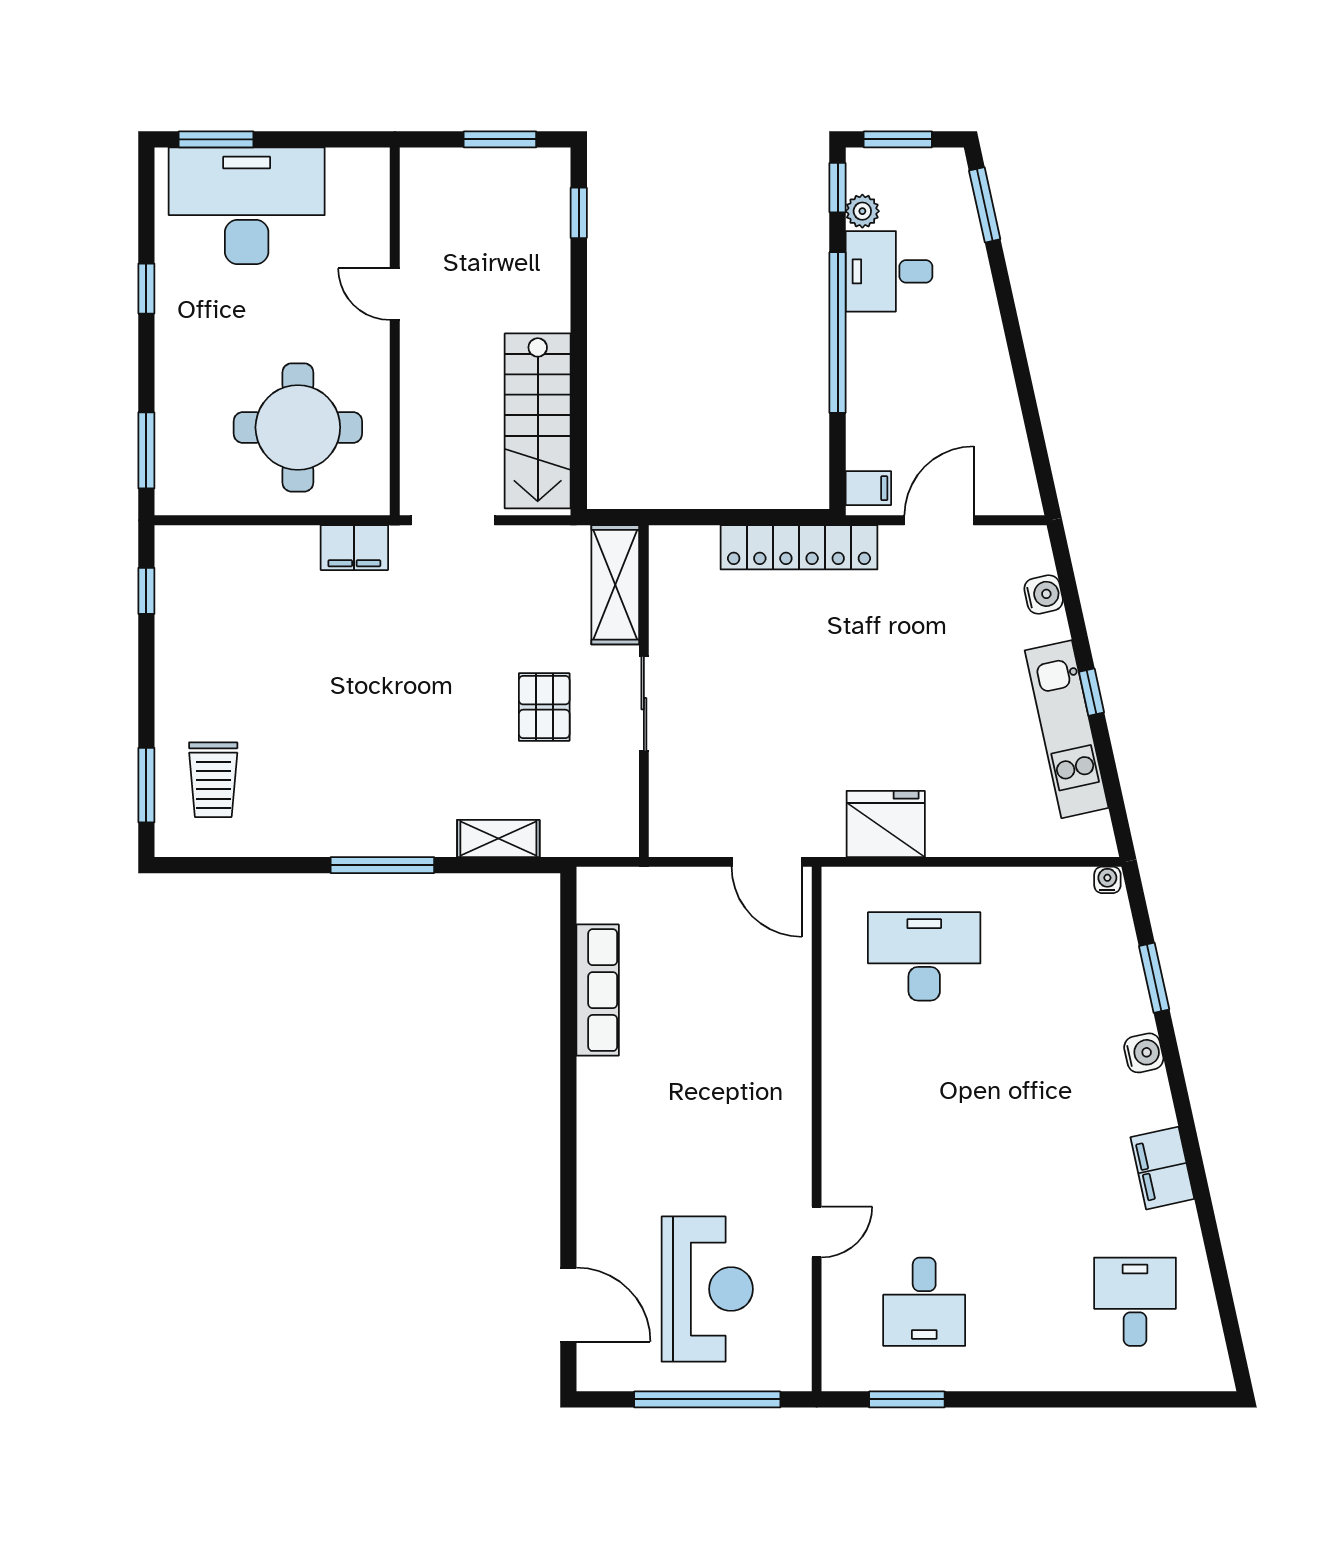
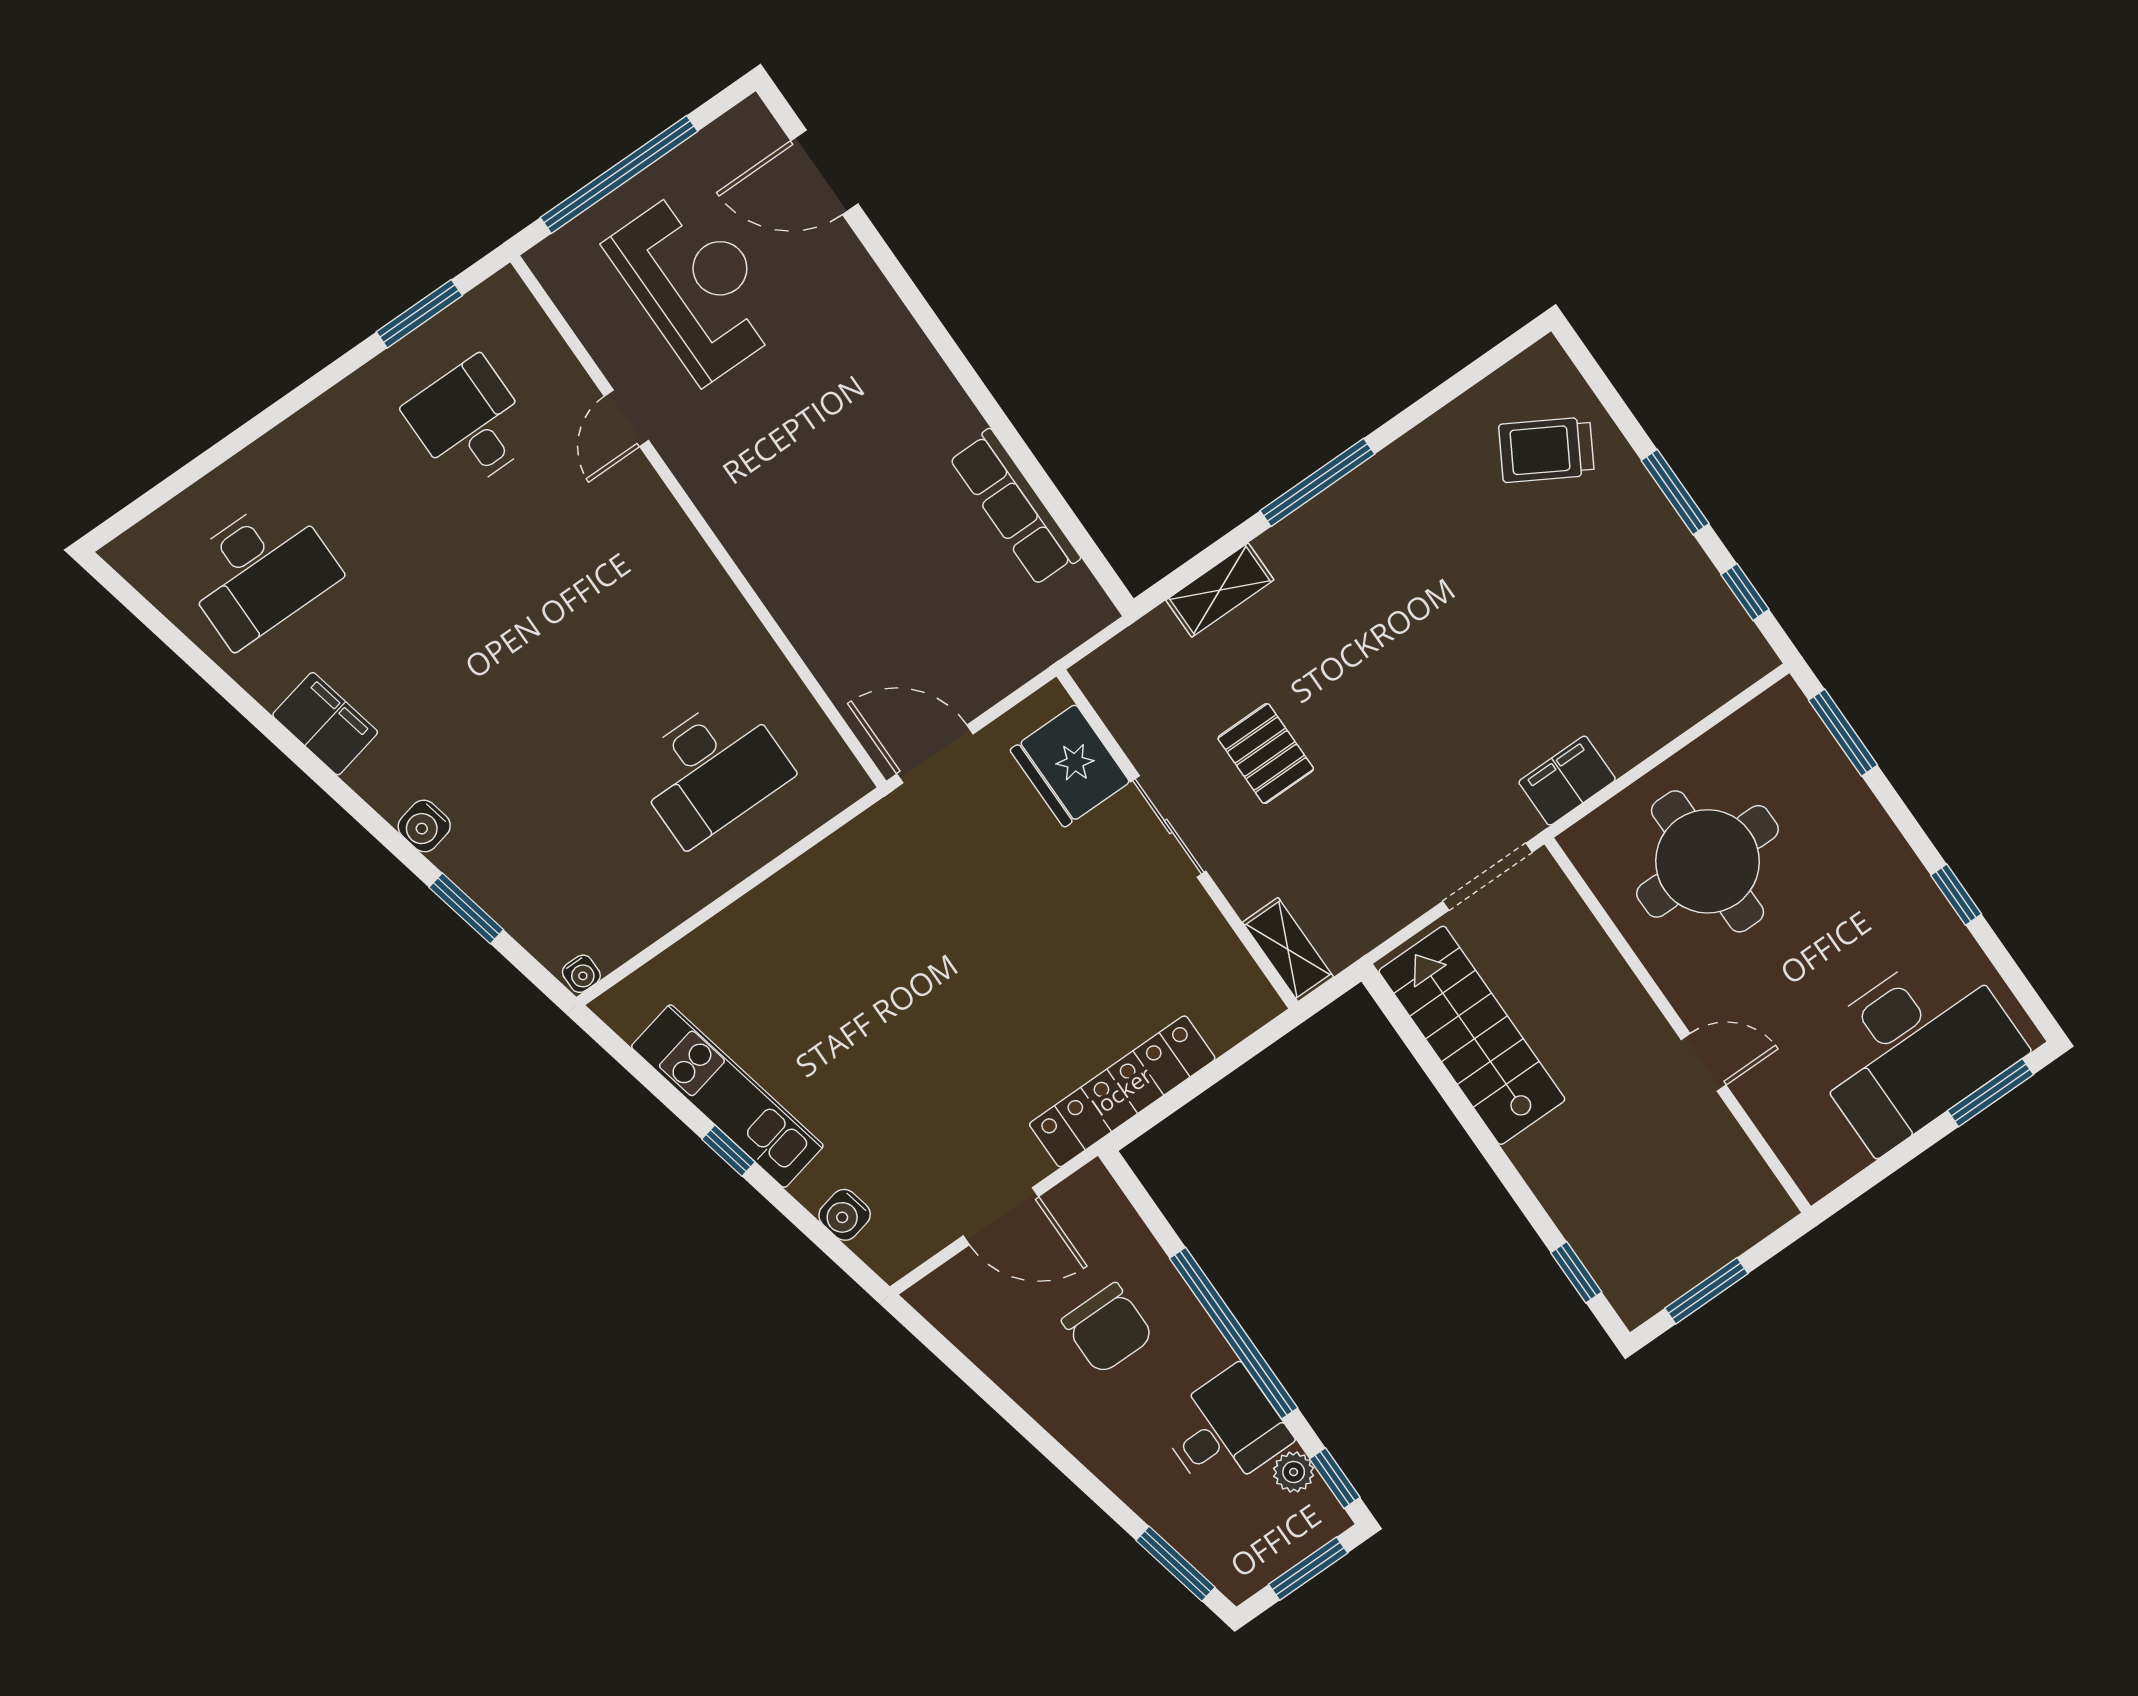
chair: (920, 395) -> (1108, 1328), added
filing cabinet: (868, 488) -> (1094, 1199), removed
door: (939, 520) -> (1001, 1216), hinge flipped
shelving: (615, 585) -> (1288, 950), width x0.67, depth x0.75
trolley: (213, 780) -> (1546, 450), turned -60
window: (146, 785) -> (1675, 492), moved
fridge: (886, 824) -> (1070, 766), moved, turned 90
reception desk: (707, 1289) -> (696, 285), turned 180
desk: (1135, 1302) -> (259, 571), width x1.37

